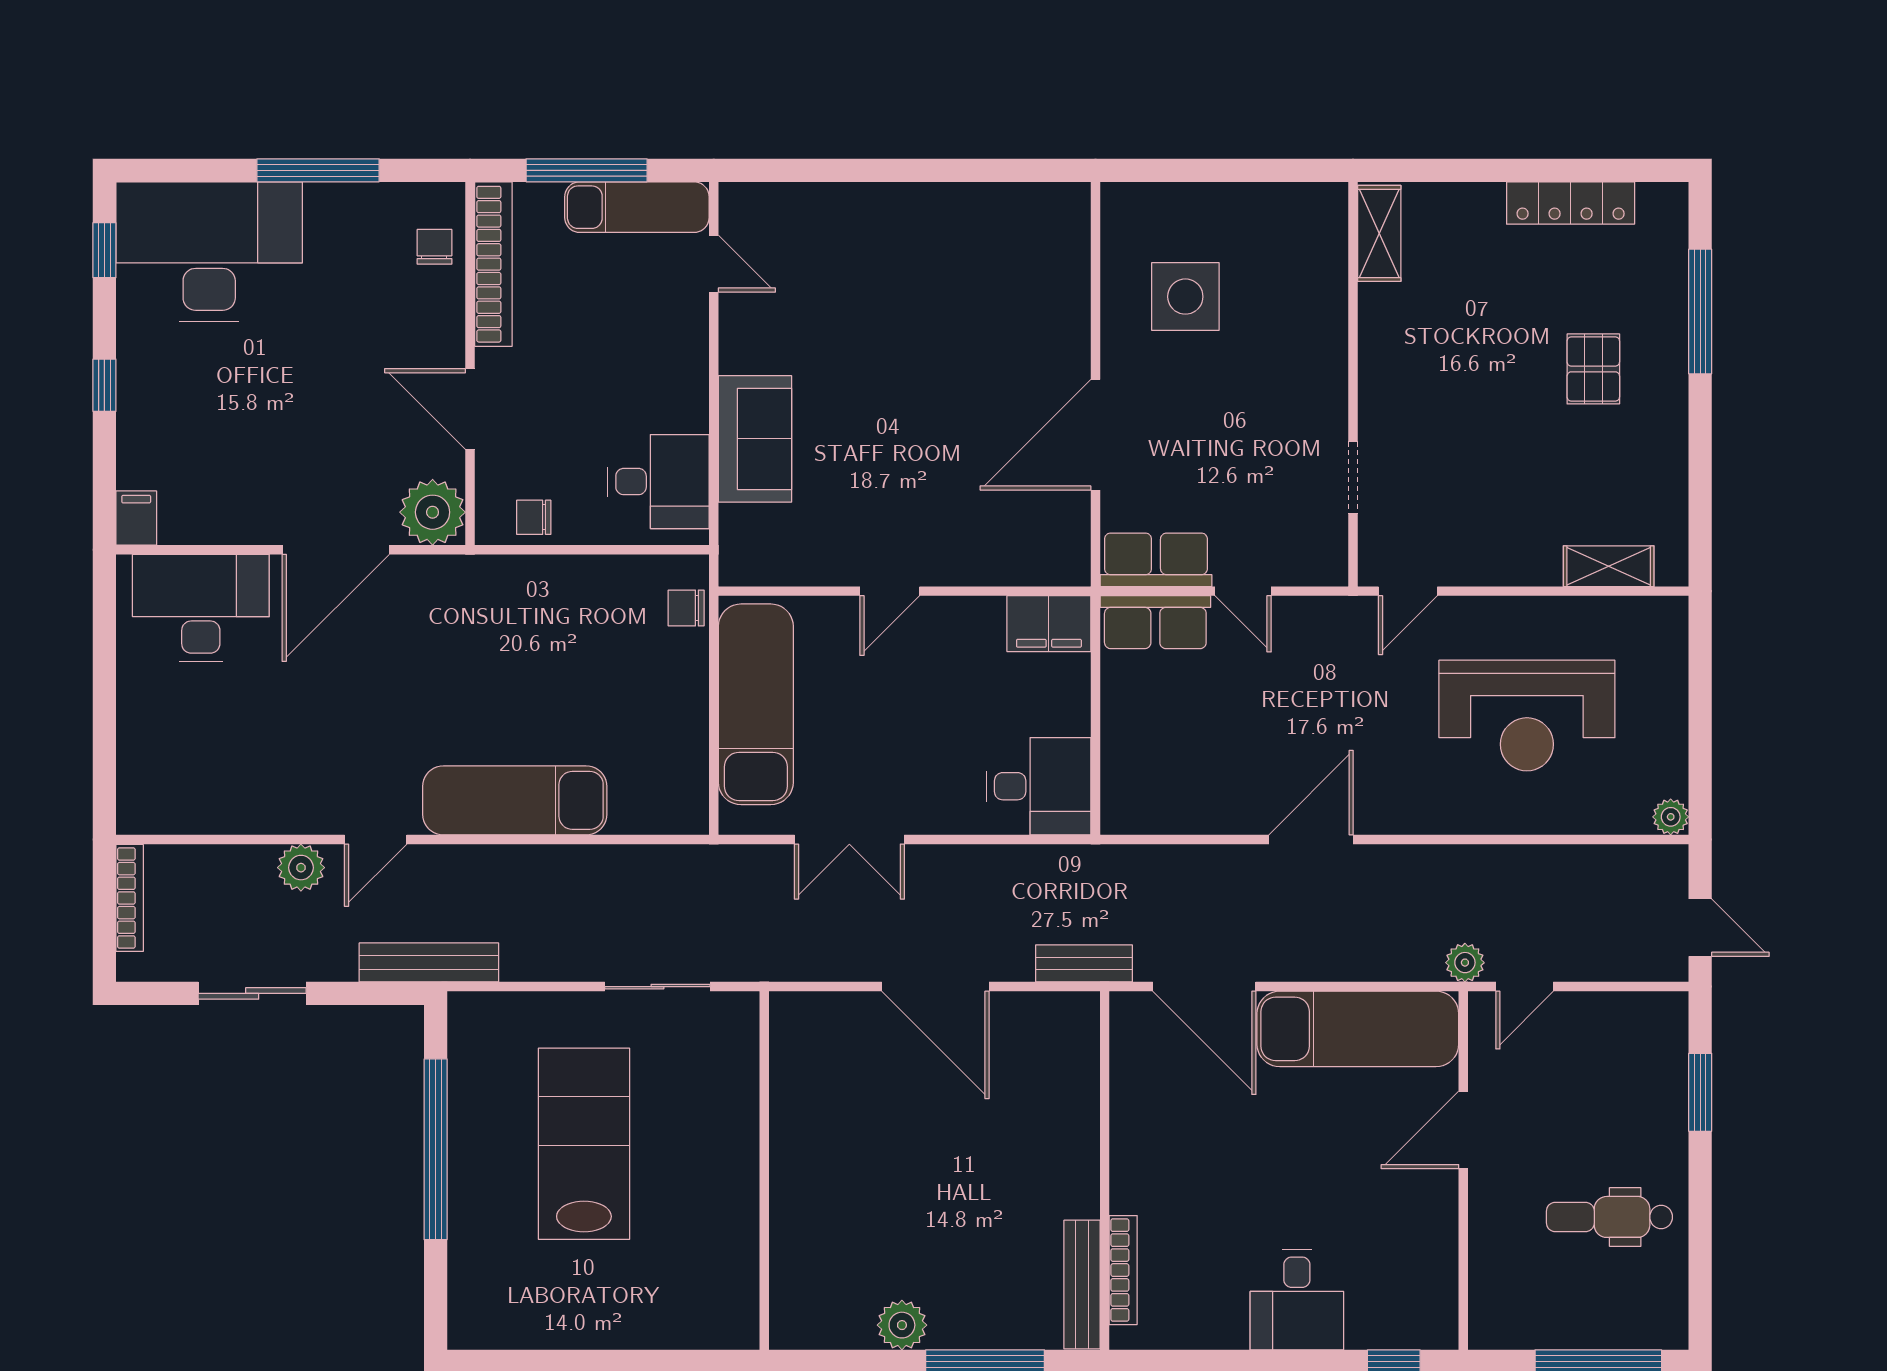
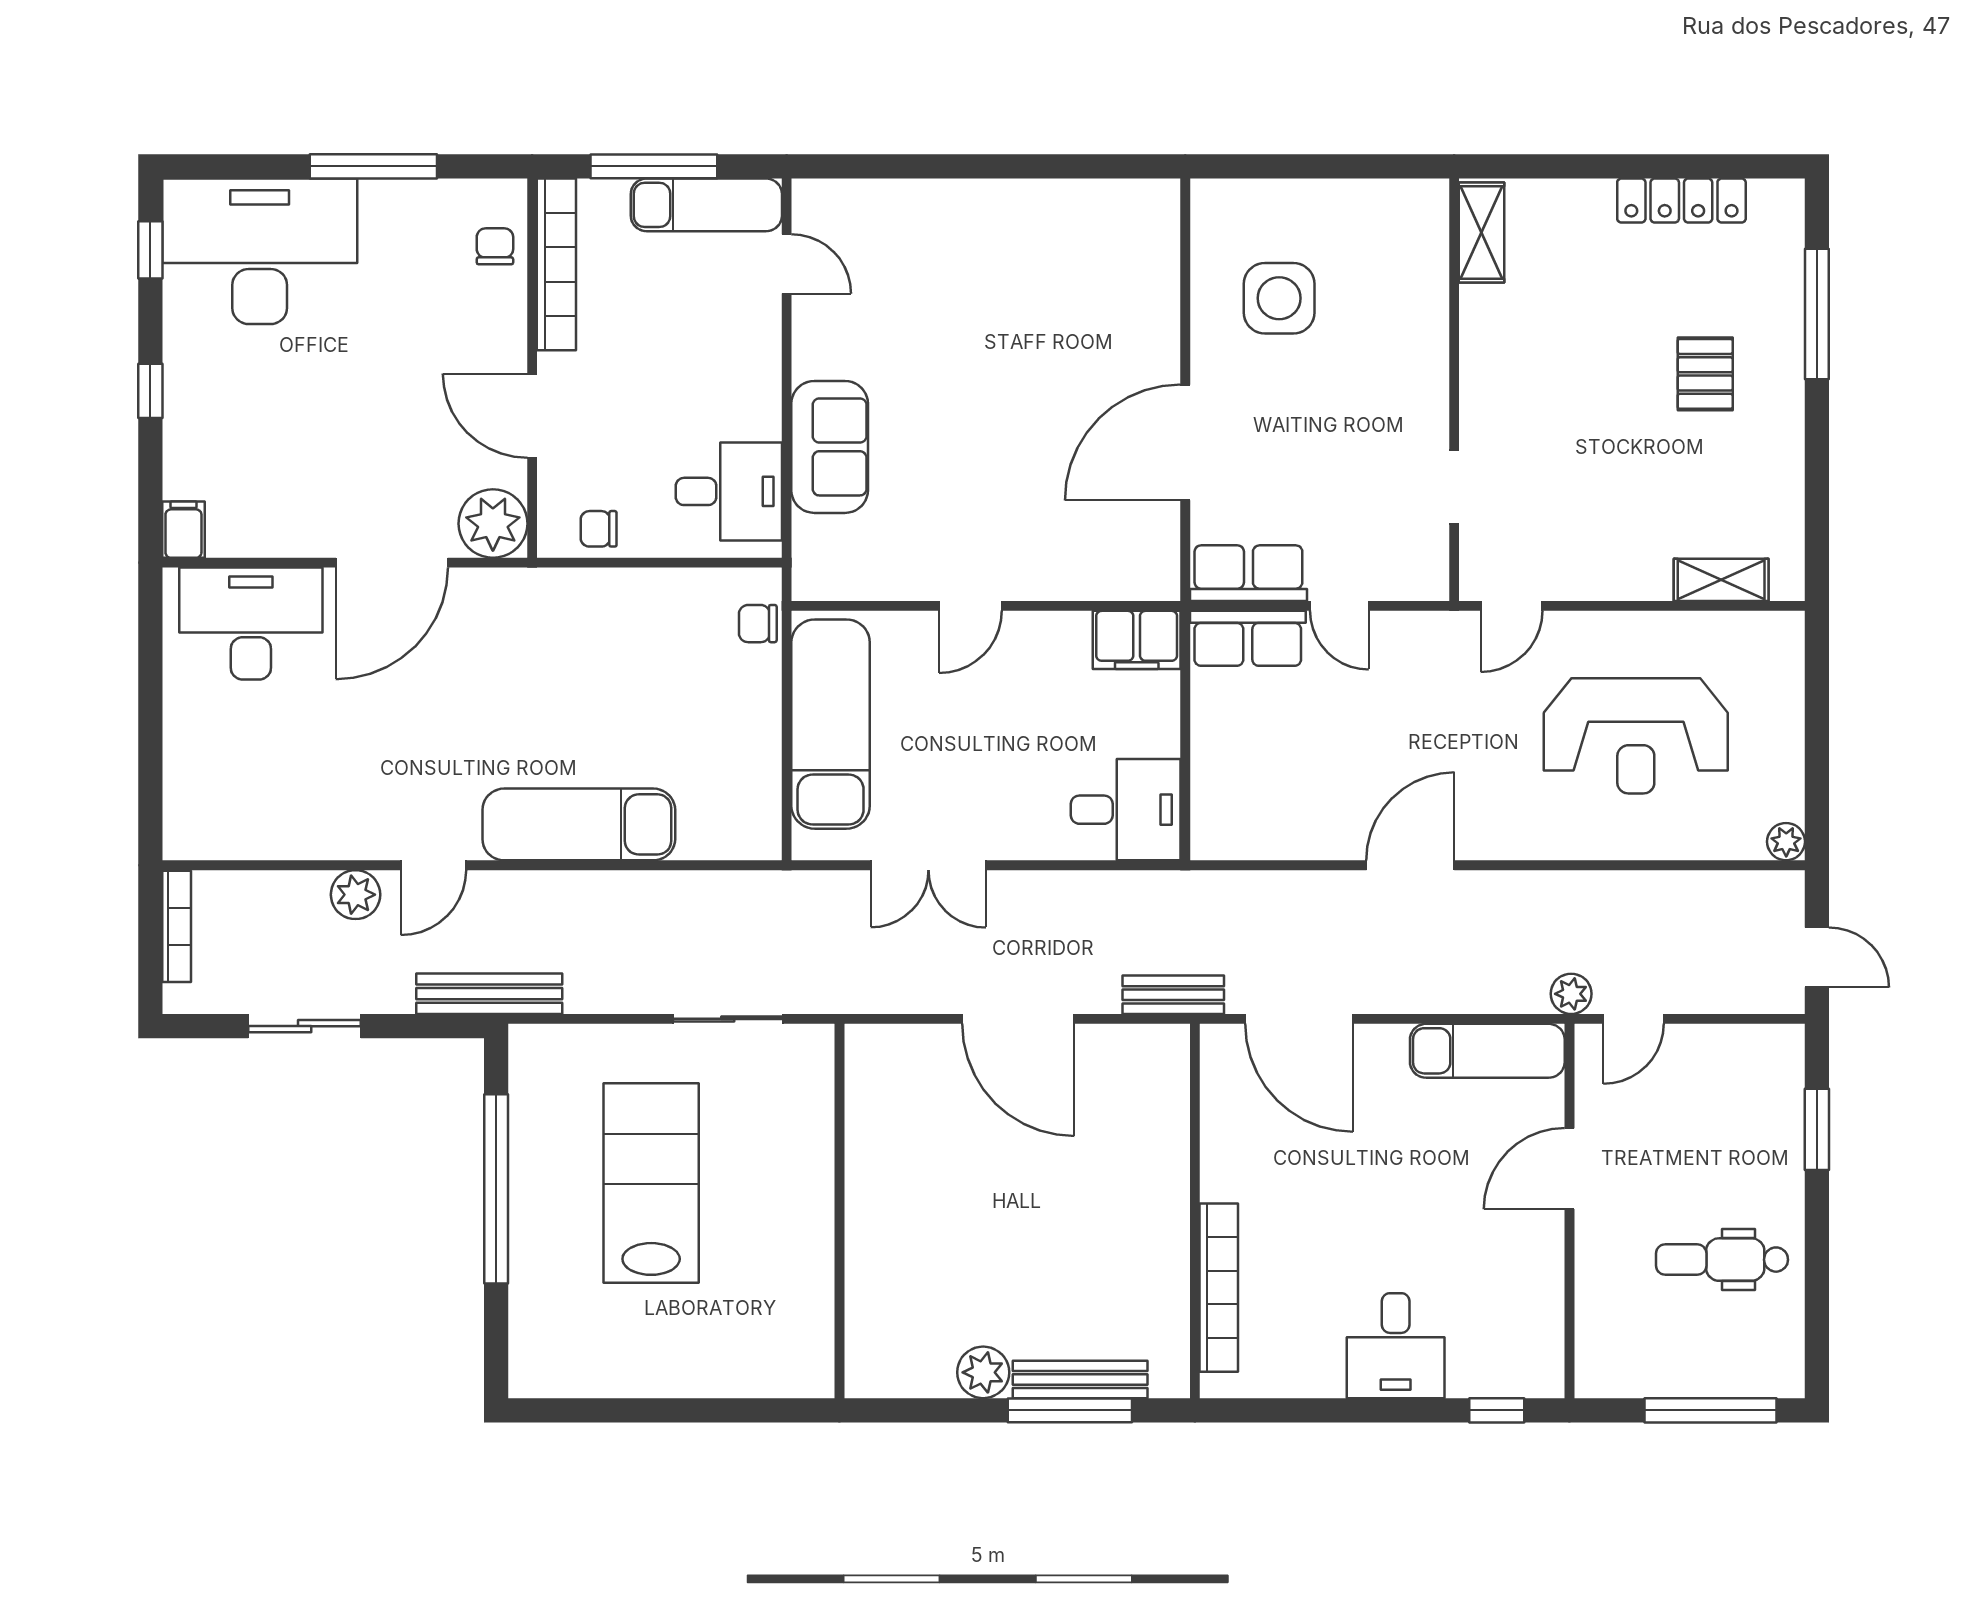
exam couch: (1358, 1029) -> (1487, 1051), width x0.73, depth x0.69
bookcase: (1123, 1270) -> (1219, 1288), width x1.48, depth x1.31
bench: (1082, 1285) -> (1080, 1379), moved, turned 90

